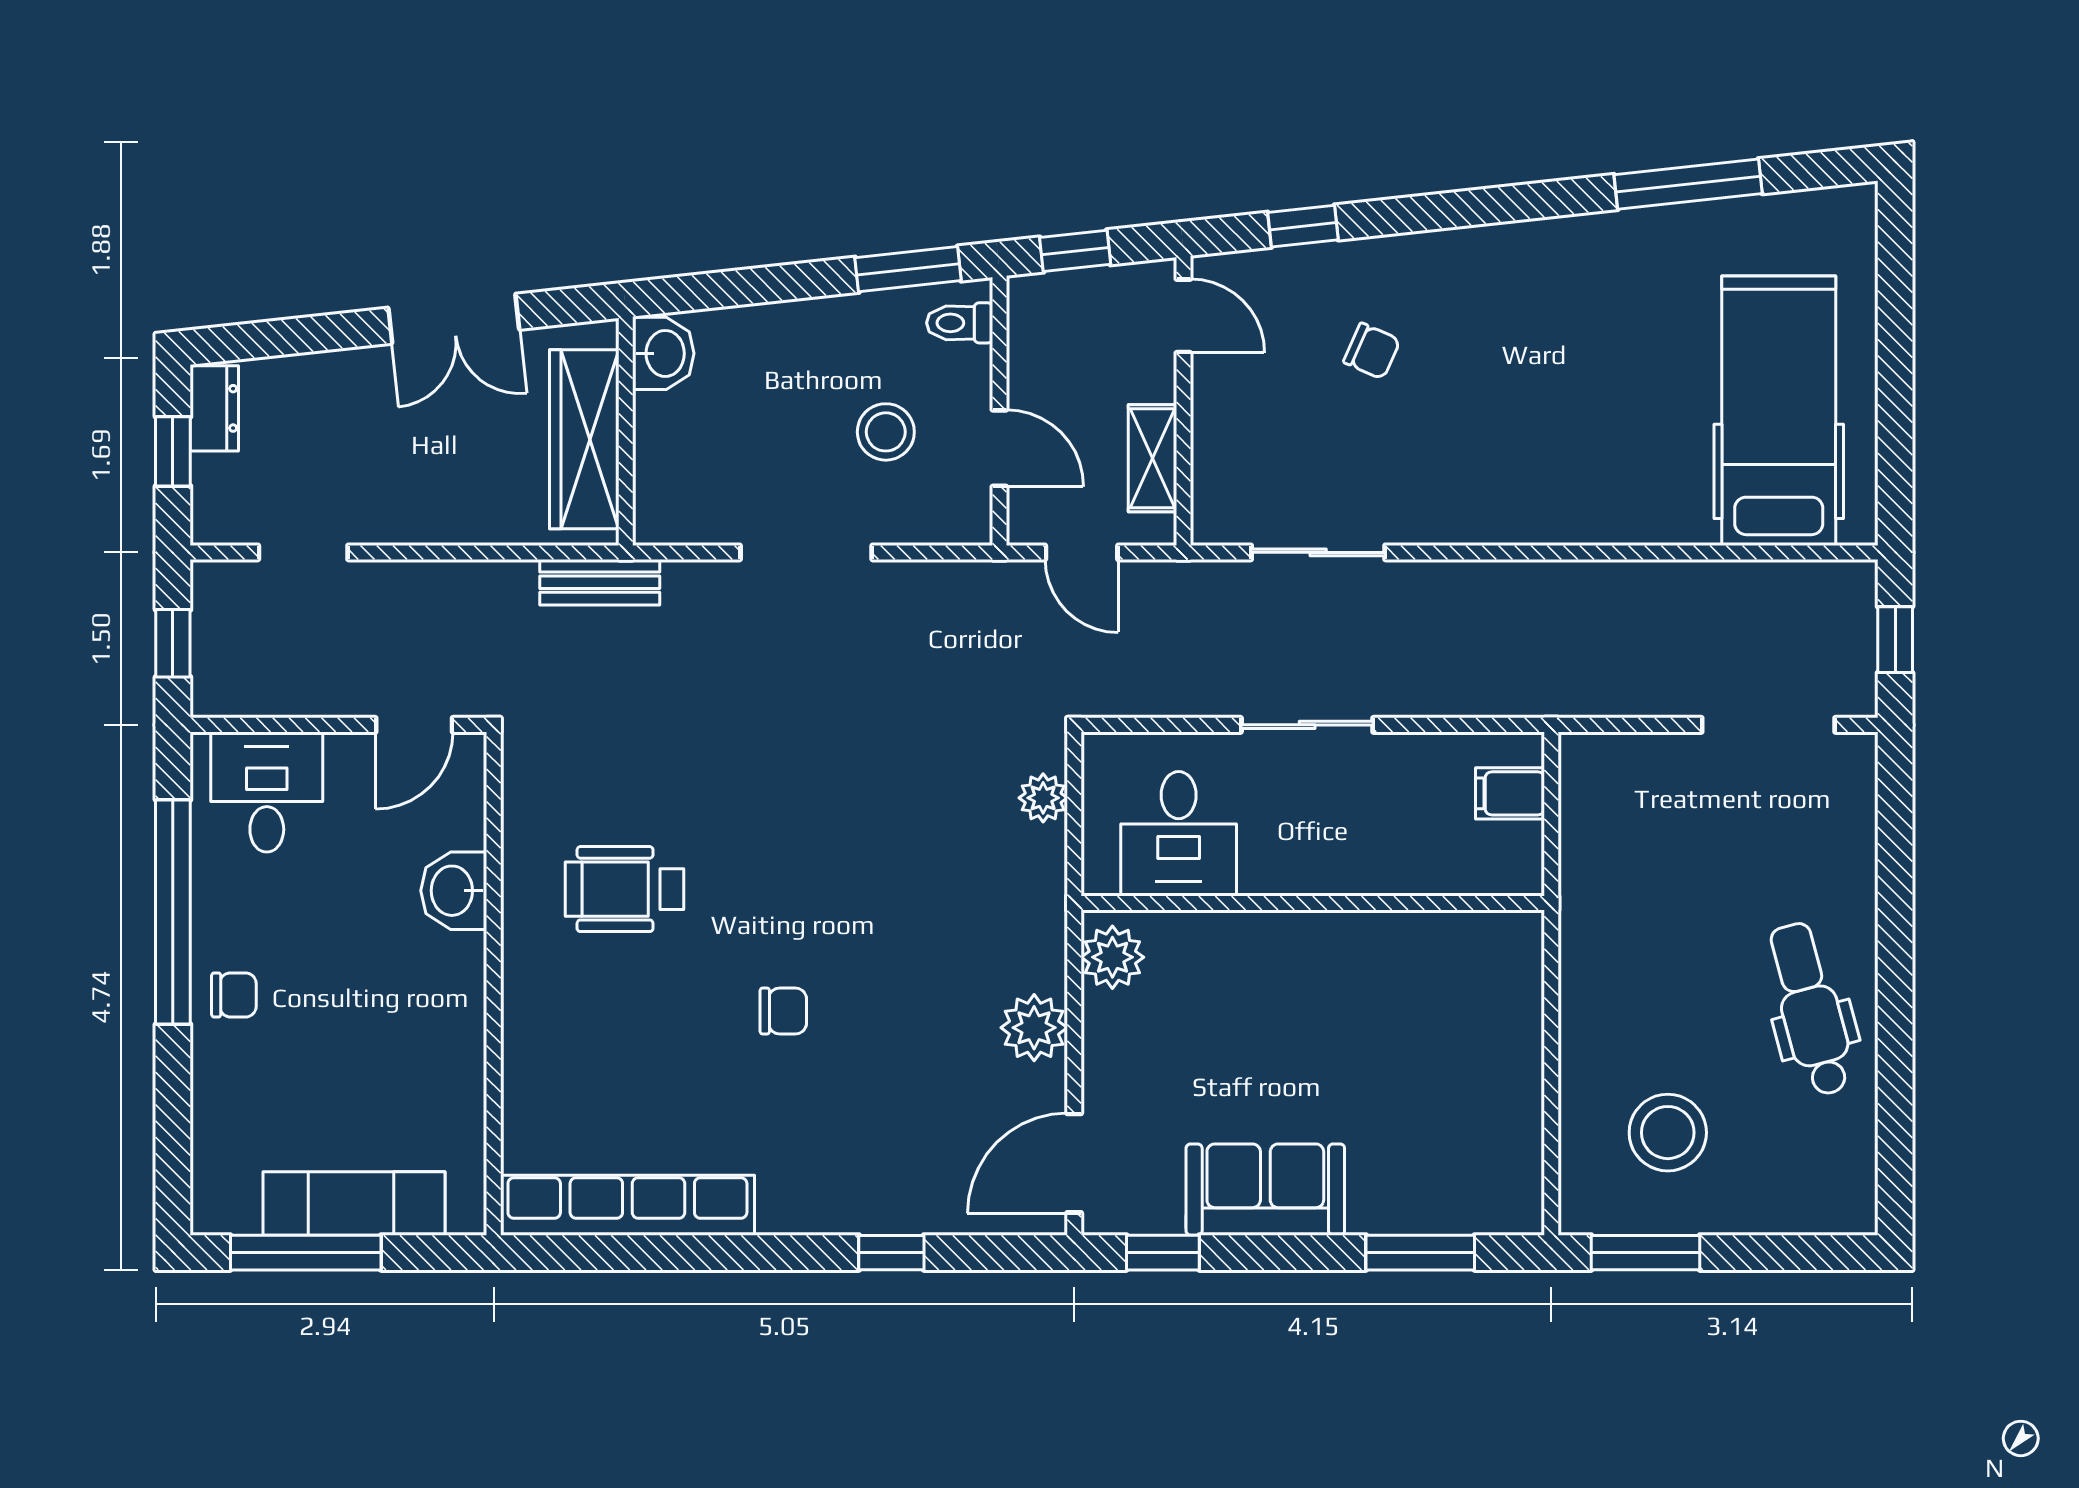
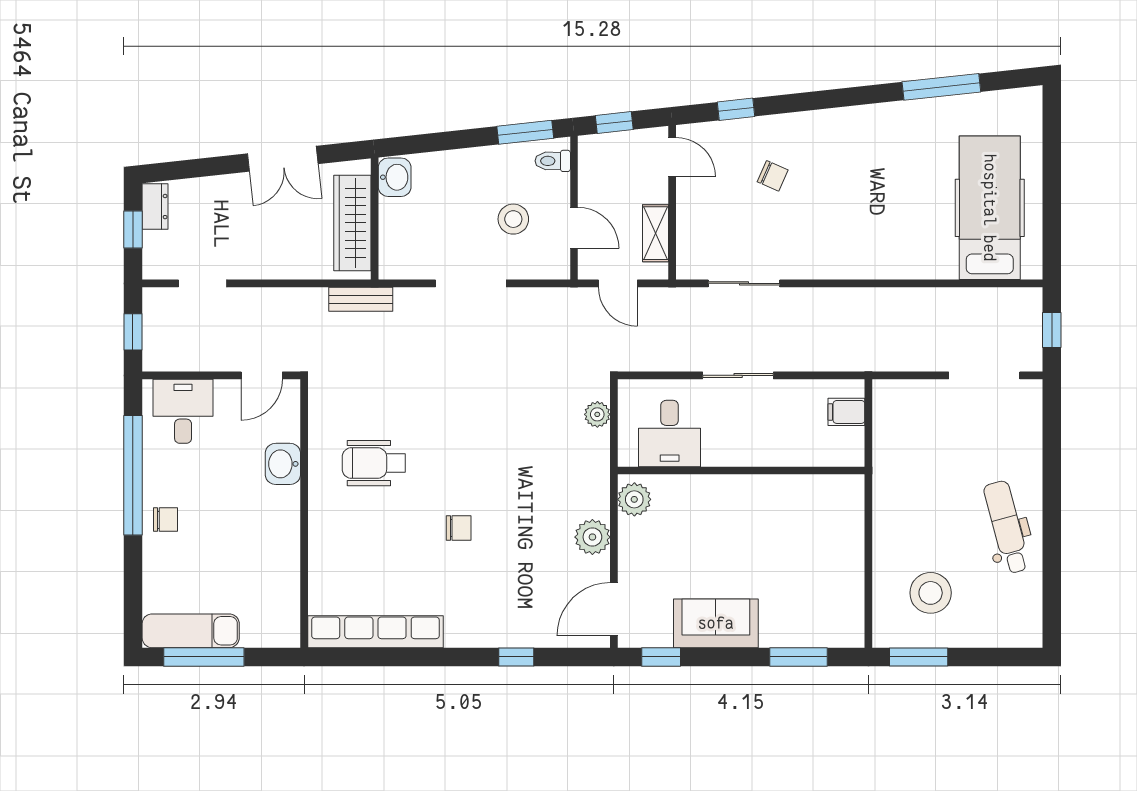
exam couch: (354, 1203) -> (191, 631), moved

